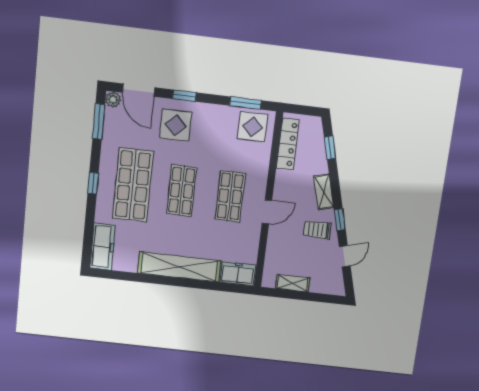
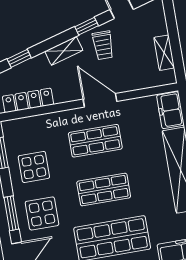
window: (184, 96) -> (11, 213), width x1.50
display table: (253, 127) -> (34, 167), moved
door: (267, 212) -> (100, 100), width x1.38

